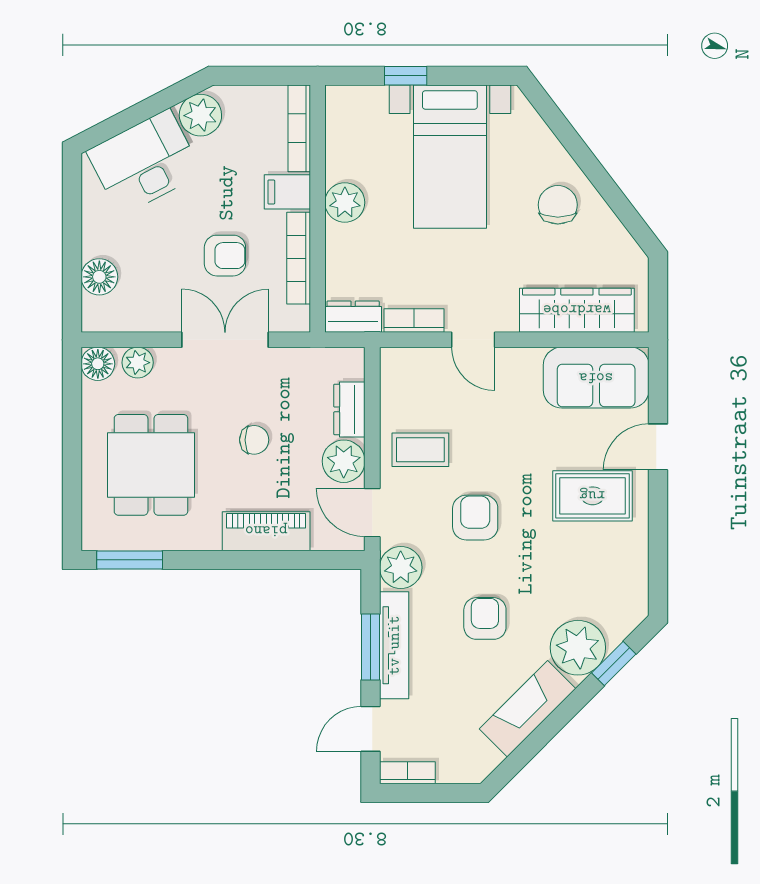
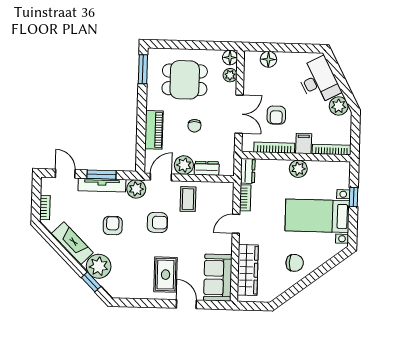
armchair: (485, 618) -> (113, 226), turned -90
bookcase: (407, 773) -> (45, 207), moved

